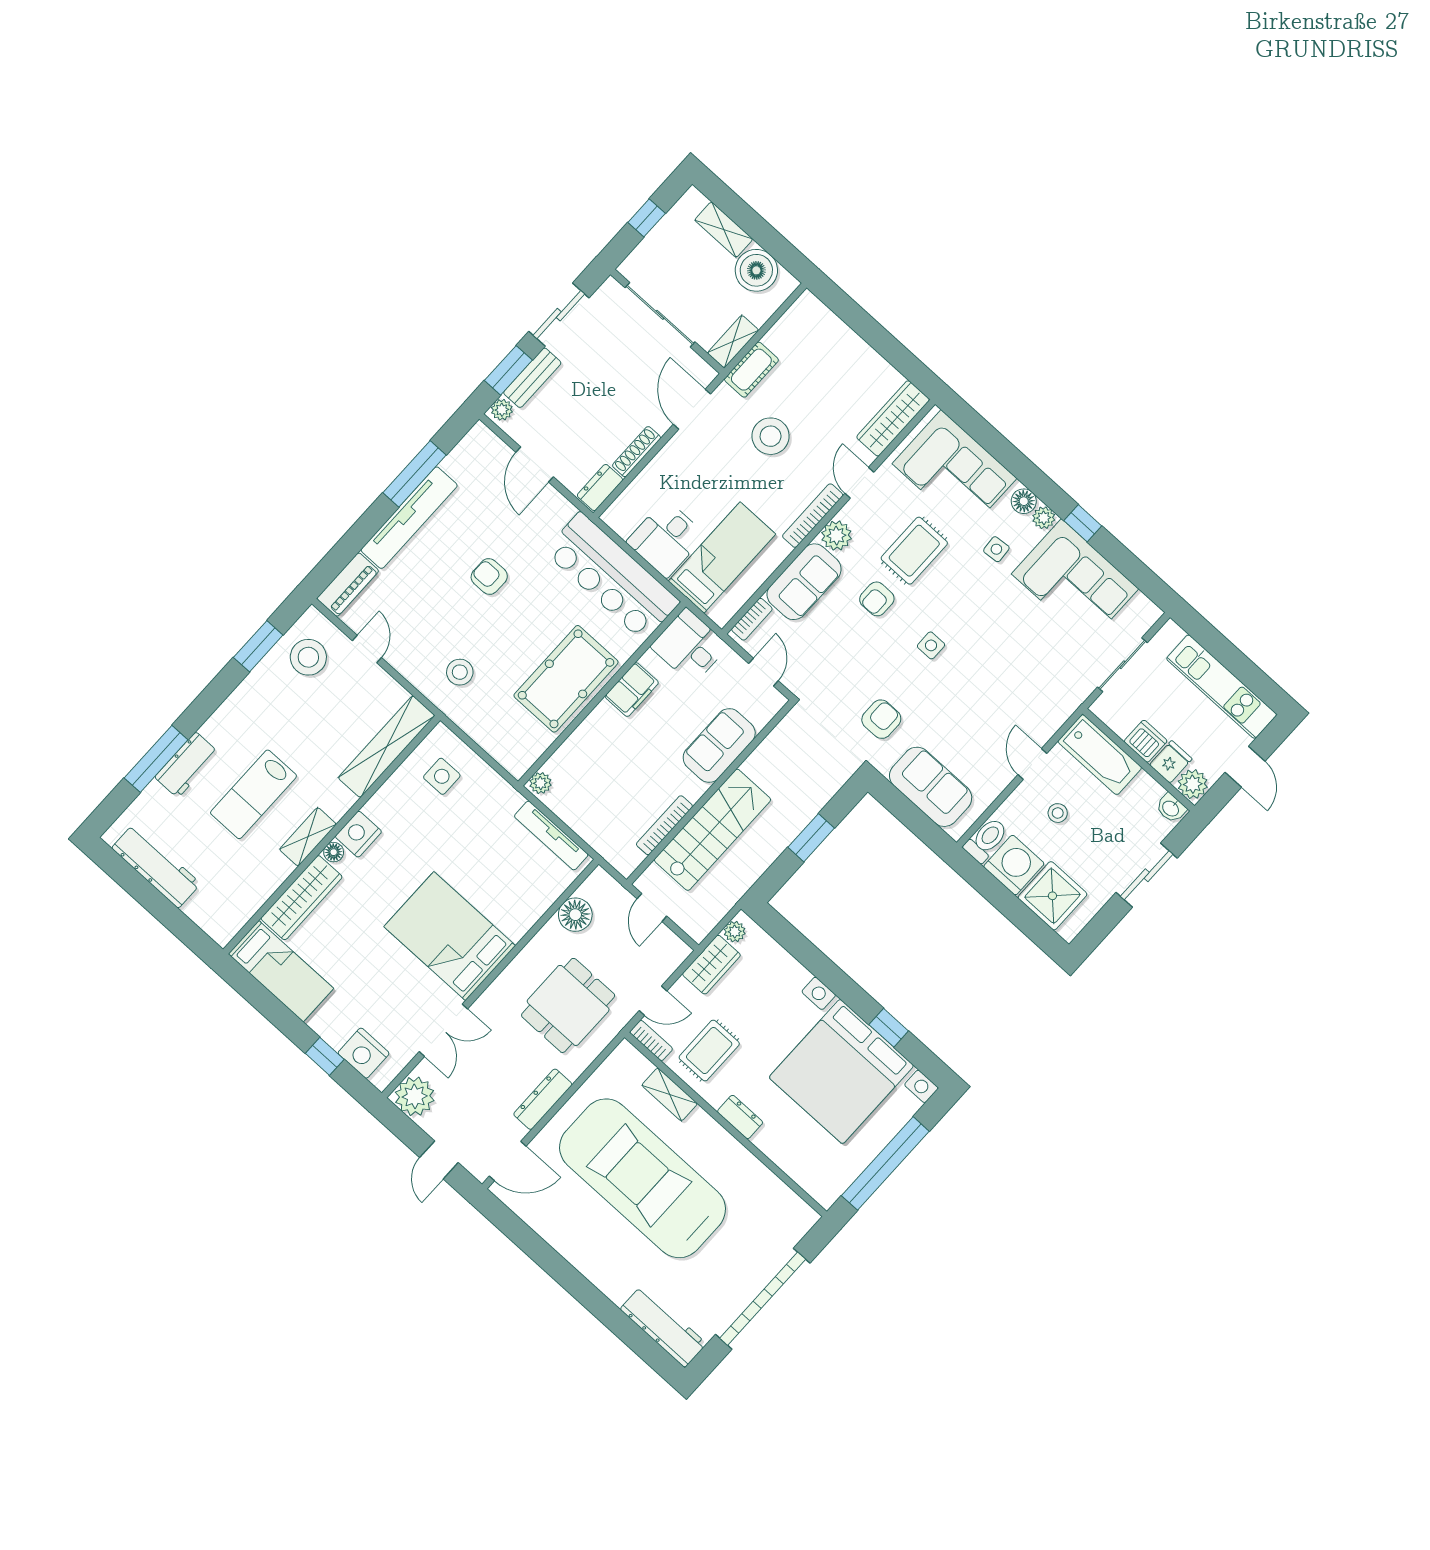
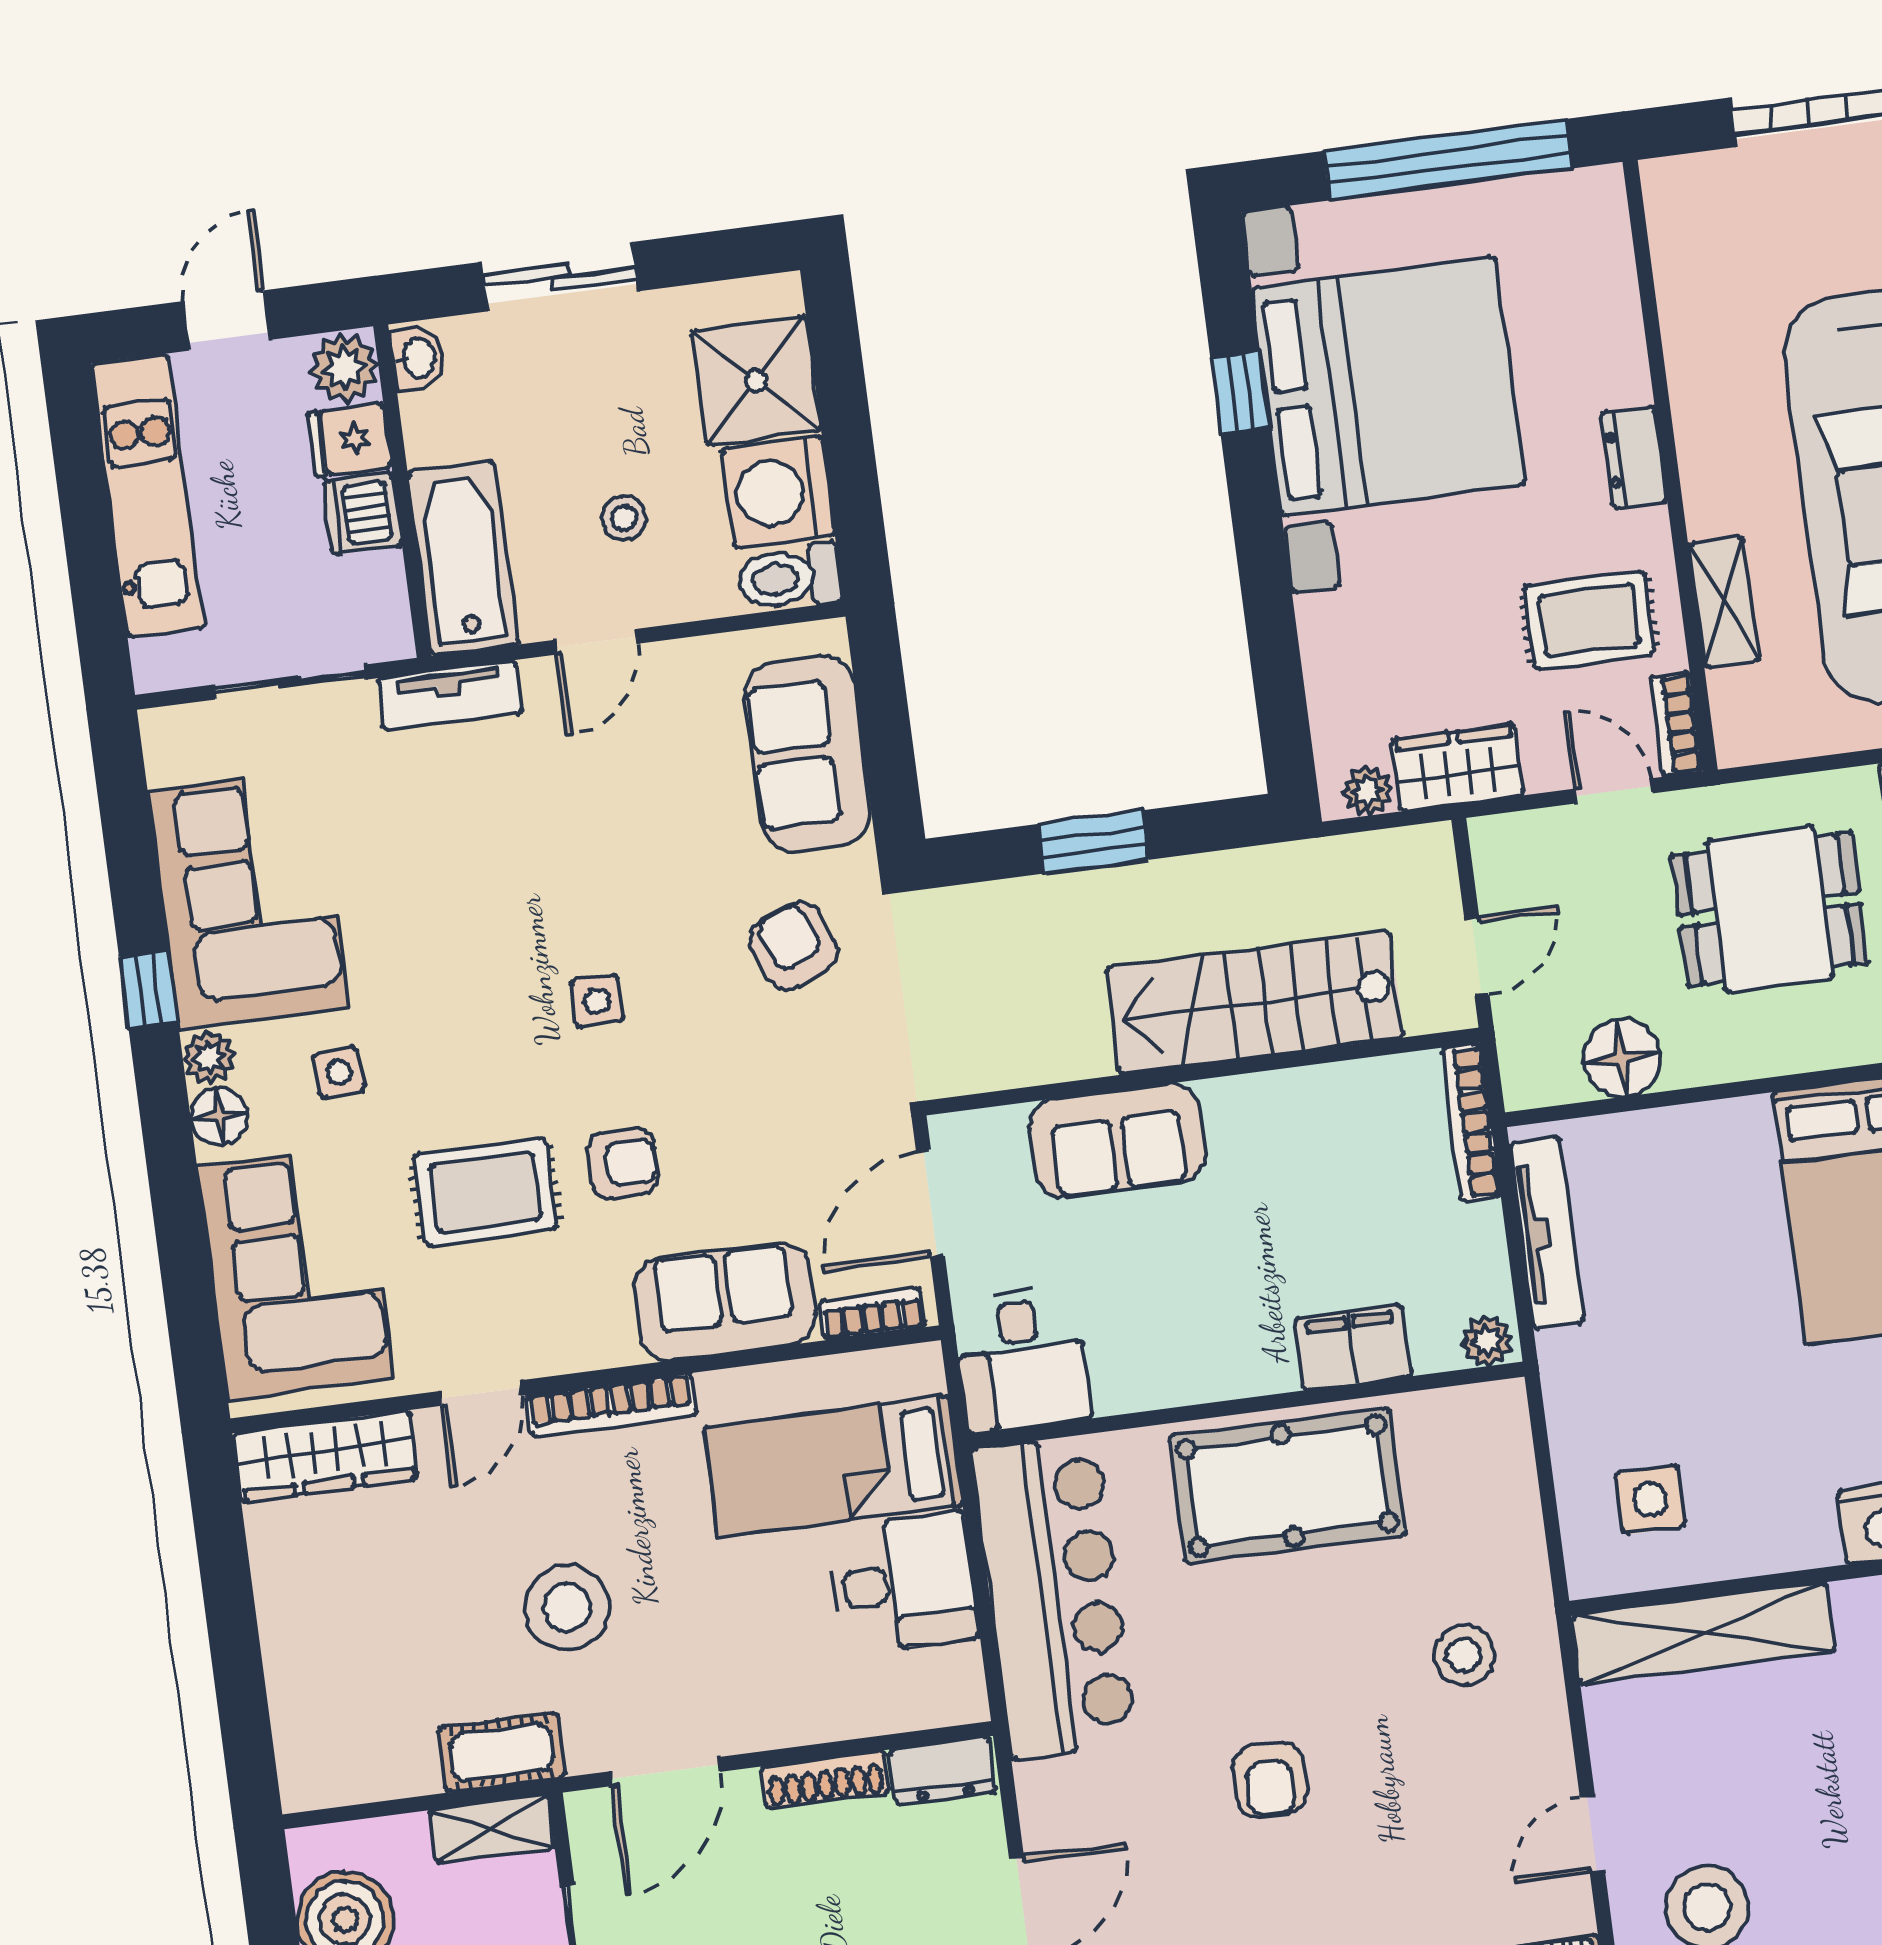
plant: (836, 536) -> (599, 1335), removed
door: (763, 672) -> (930, 1204), width x1.38
filing cabinet: (632, 690) -> (1353, 1347), moved
tv unit: (1066, 705) -> (450, 695), added
armchair: (881, 719) -> (794, 946), turned 67
bookcase: (664, 825) -> (1471, 1122), moved, turned 90

